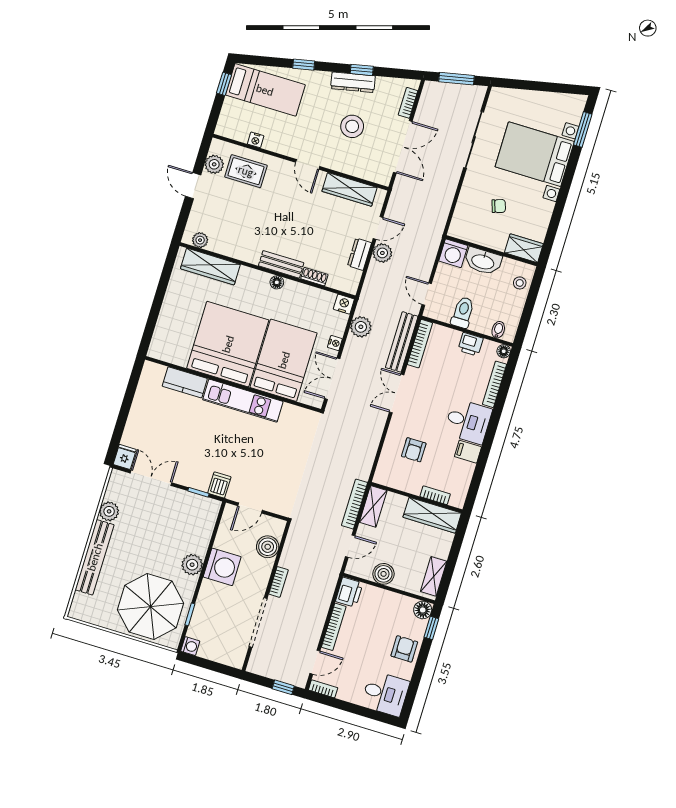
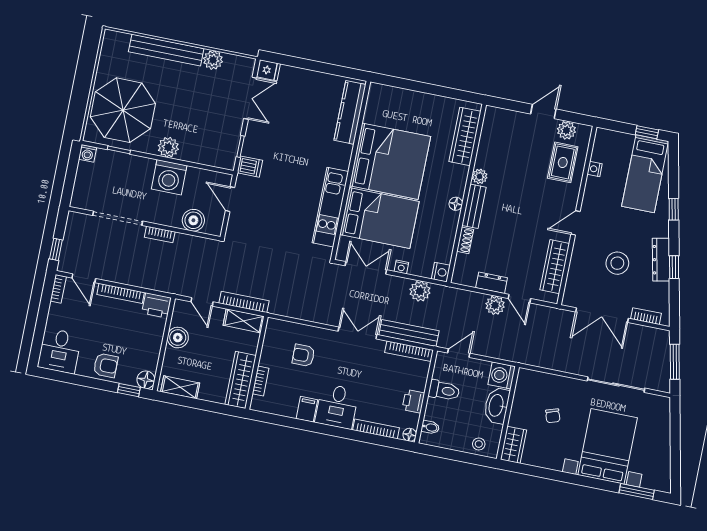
plant: (200, 240) -> (480, 176), moved
kitchen counter: (185, 382) -> (350, 112), width x1.50
kitchen unit: (243, 401) -> (330, 207), moved

